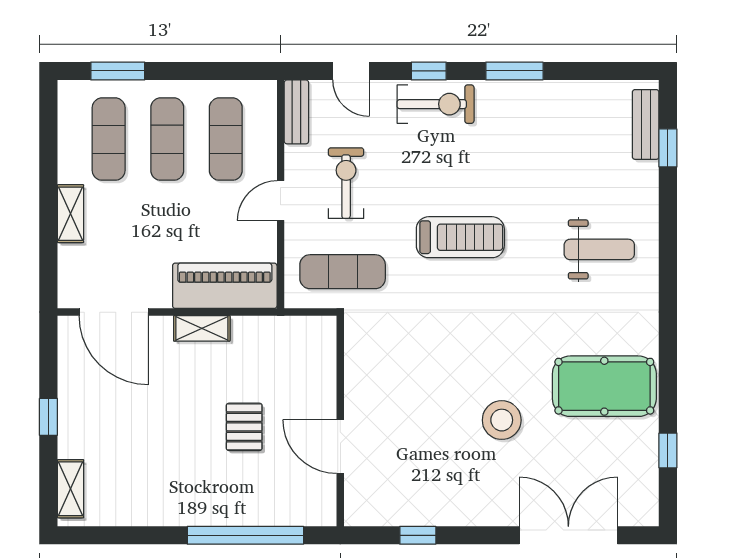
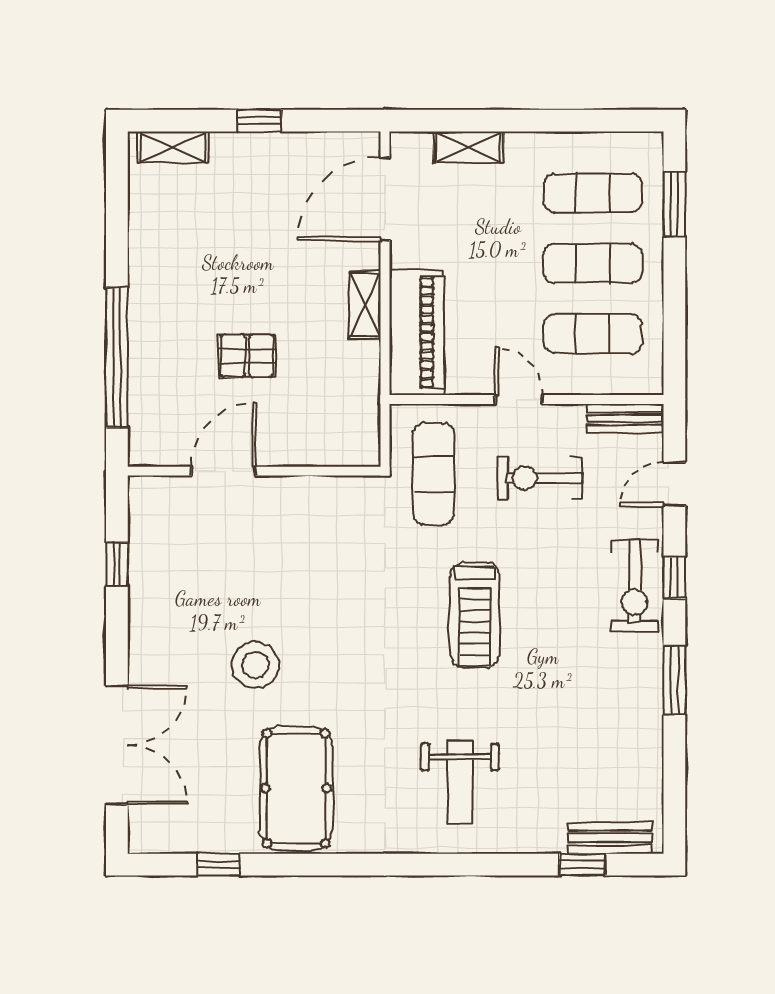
exercise bike: (346, 183) -> (540, 478), turned 180
shelving: (70, 214) -> (468, 147), moved

